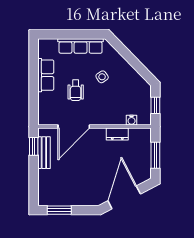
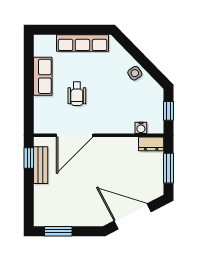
side table: (102, 77) -> (135, 73), moved
dresser: (117, 134) -> (151, 144), moved
door: (124, 197) -> (133, 216), hinge flipped

